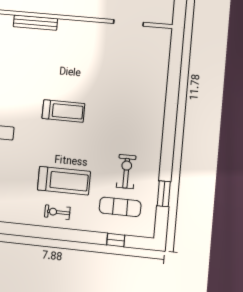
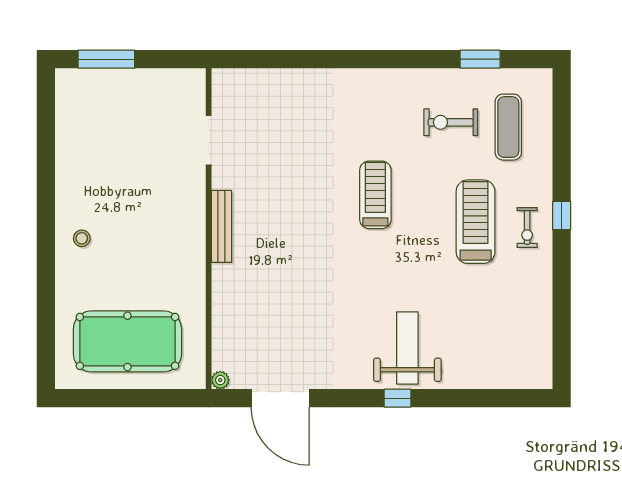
bench: (35, 23) -> (221, 226), moved
treadmill: (63, 111) -> (375, 195), moved
window: (116, 240) -> (562, 216), moved

